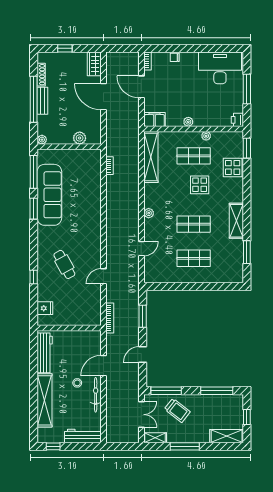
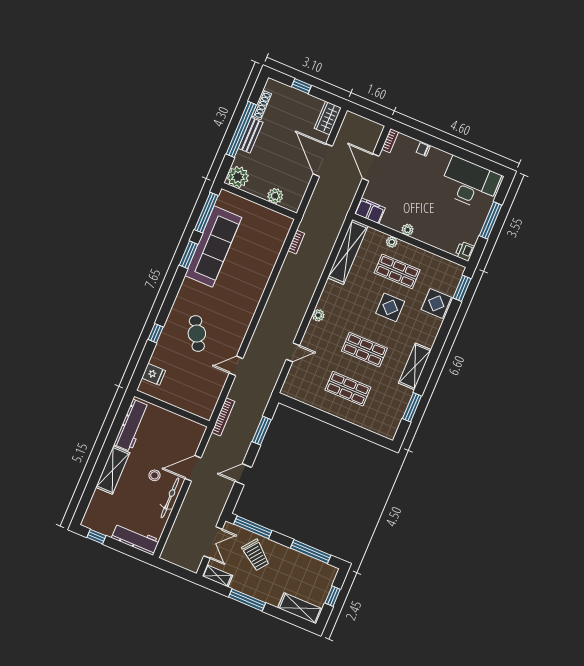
plant: (206, 136) -> (392, 242), moved
plant: (42, 140) -> (238, 177), width x1.88, depth x1.88
shelving: (44, 400) -> (113, 470), width x0.68

